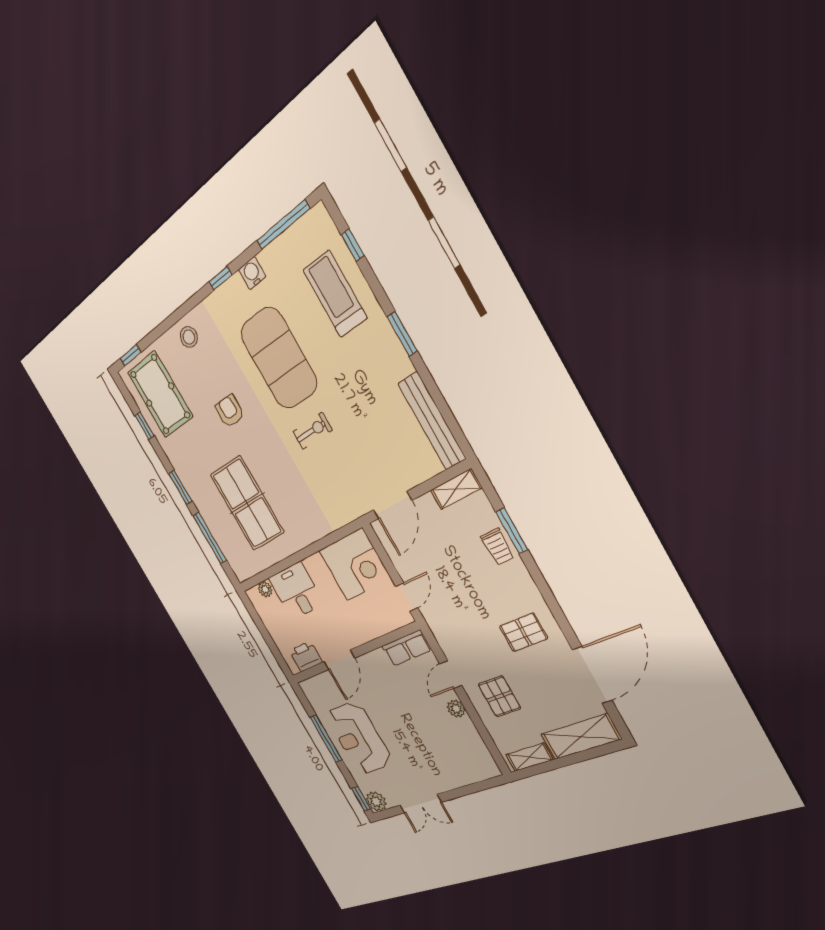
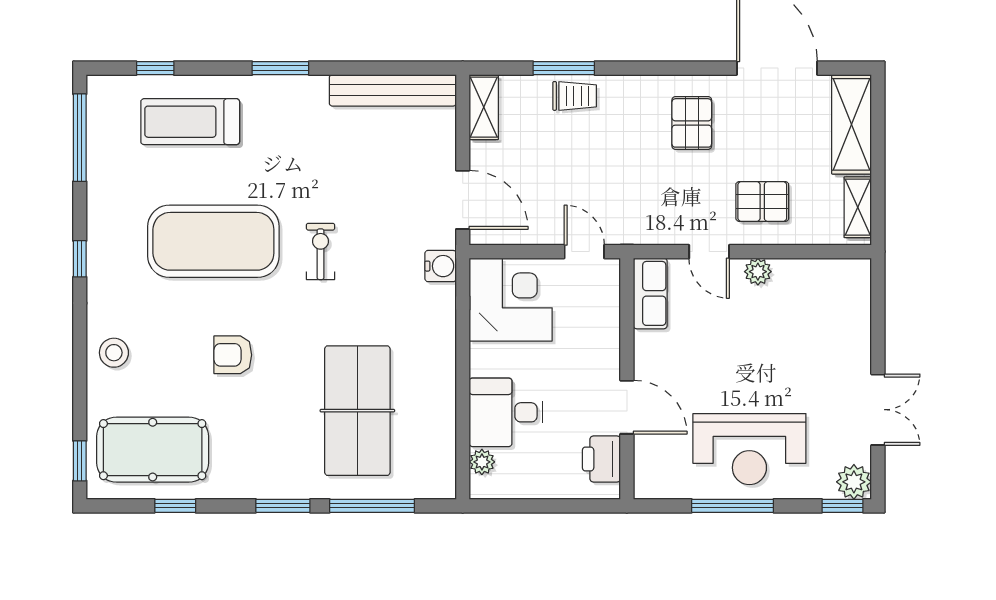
water cooler: (252, 273) -> (441, 266), moved, turned 180
table tennis table: (247, 503) -> (357, 411), turned 90

